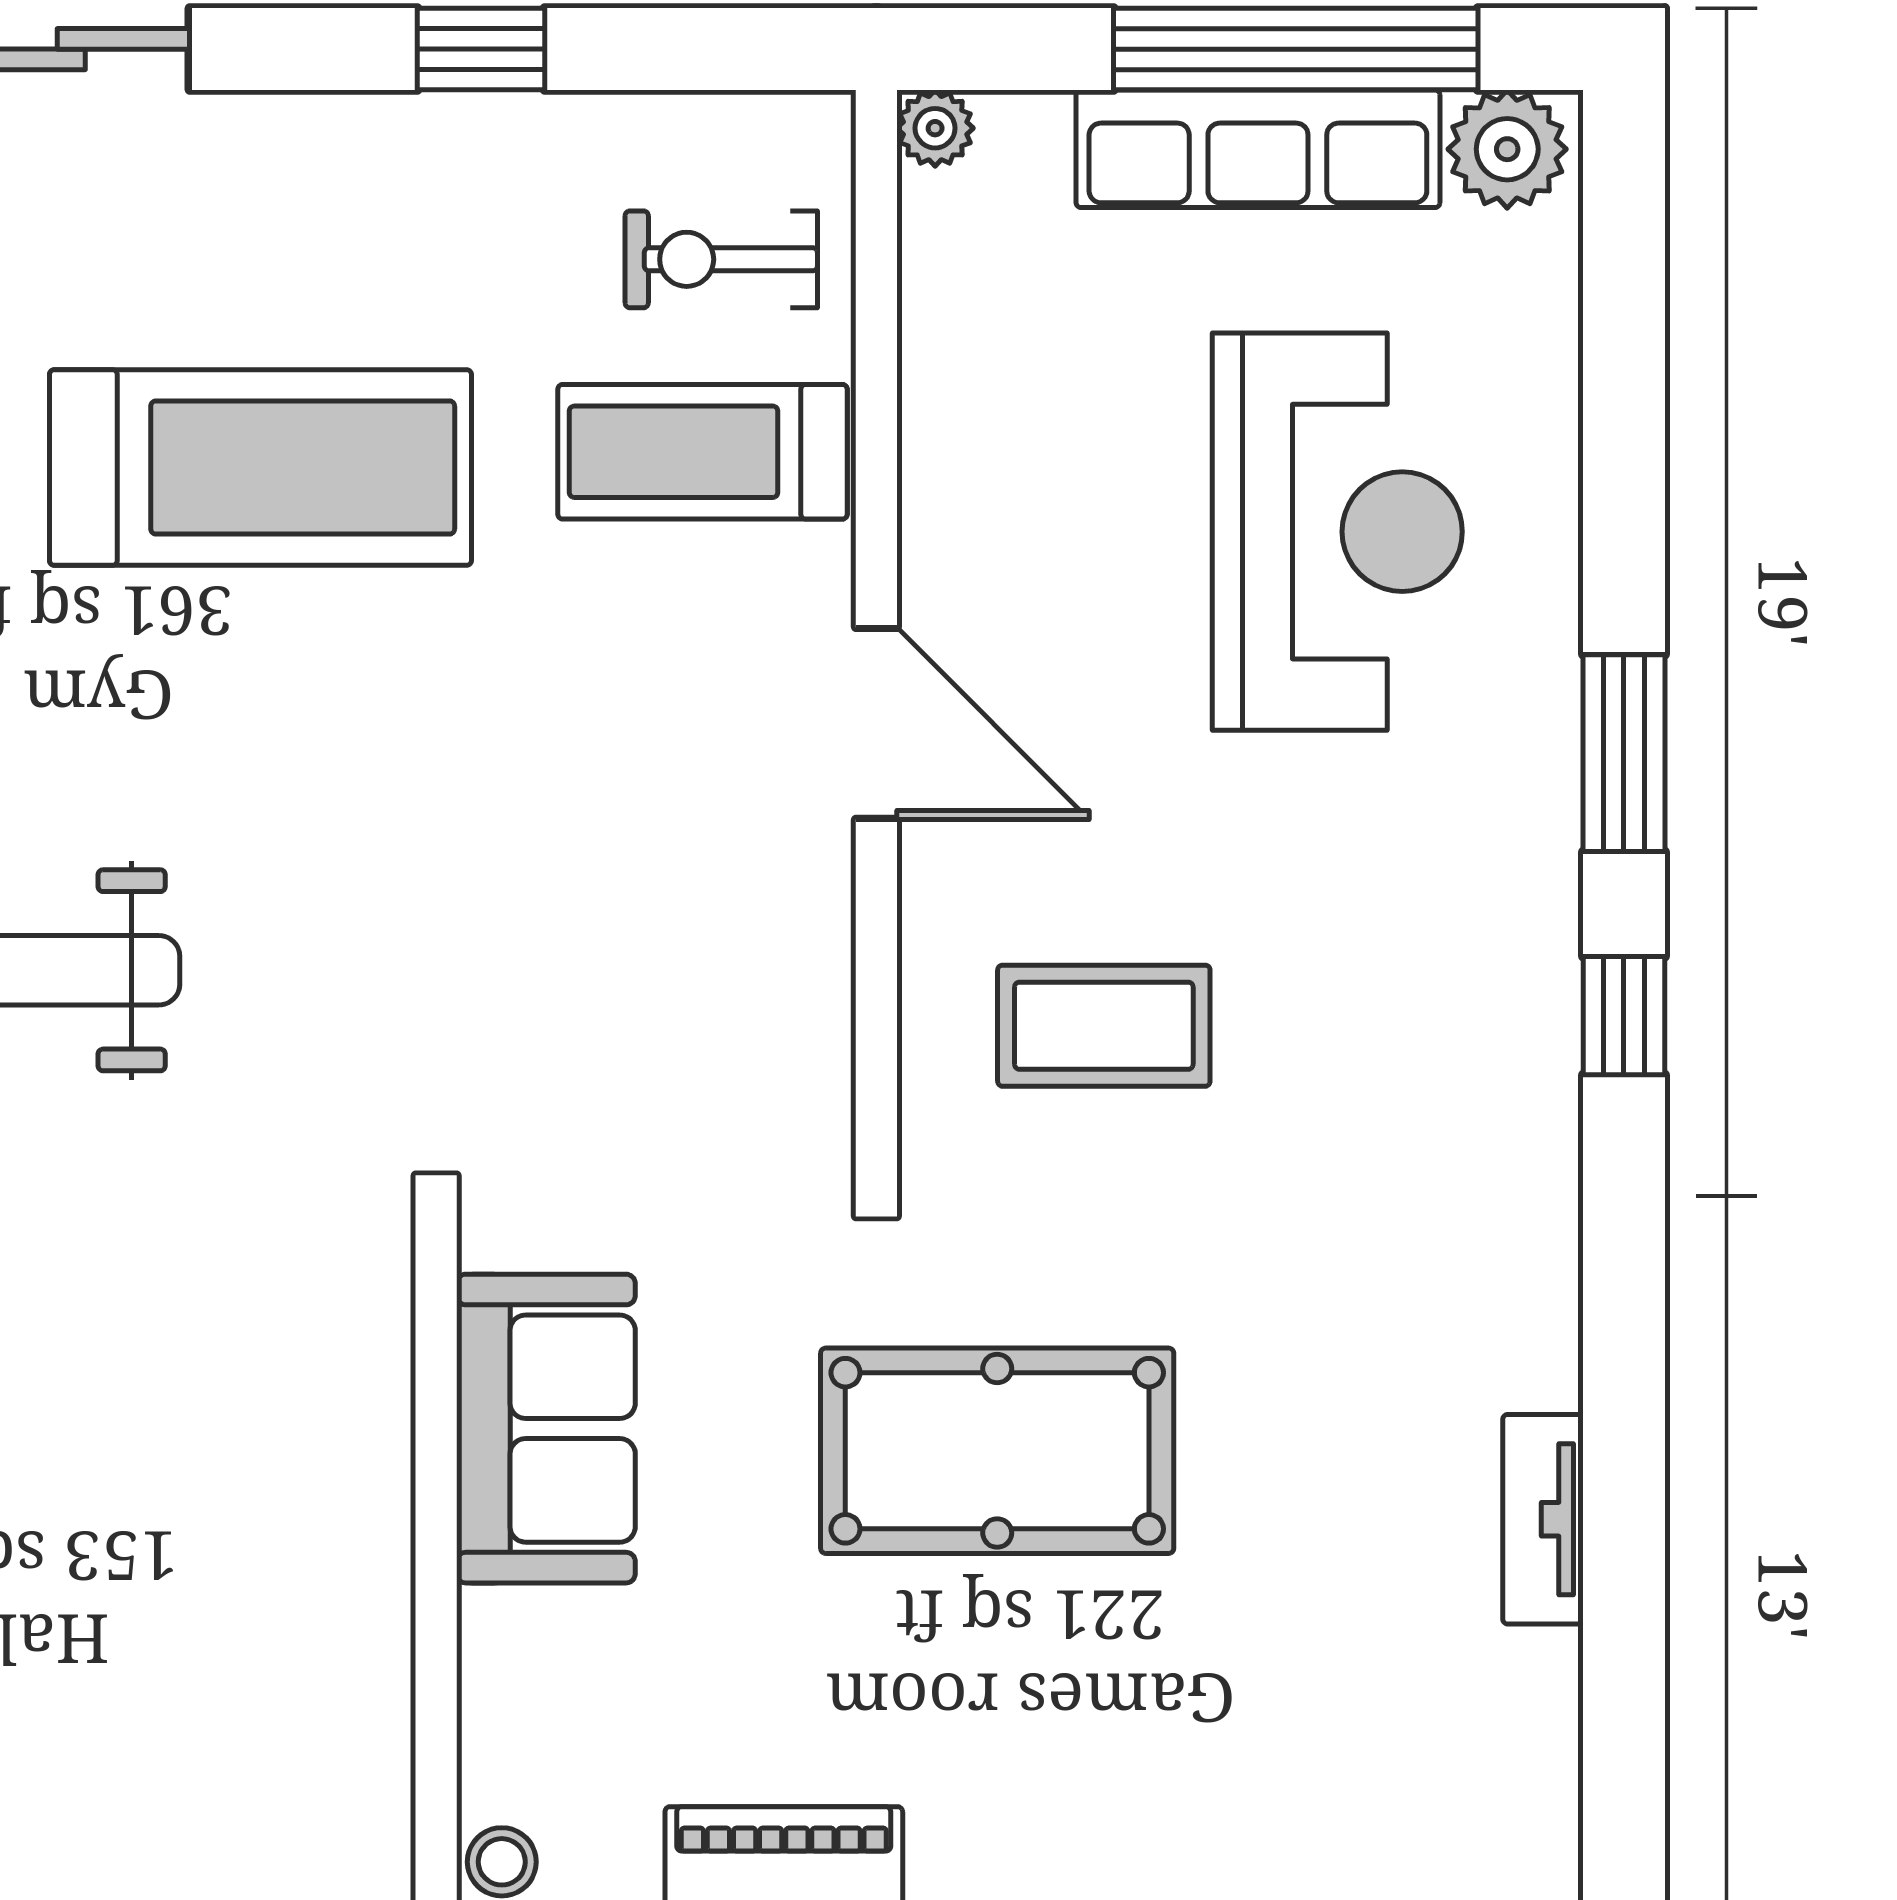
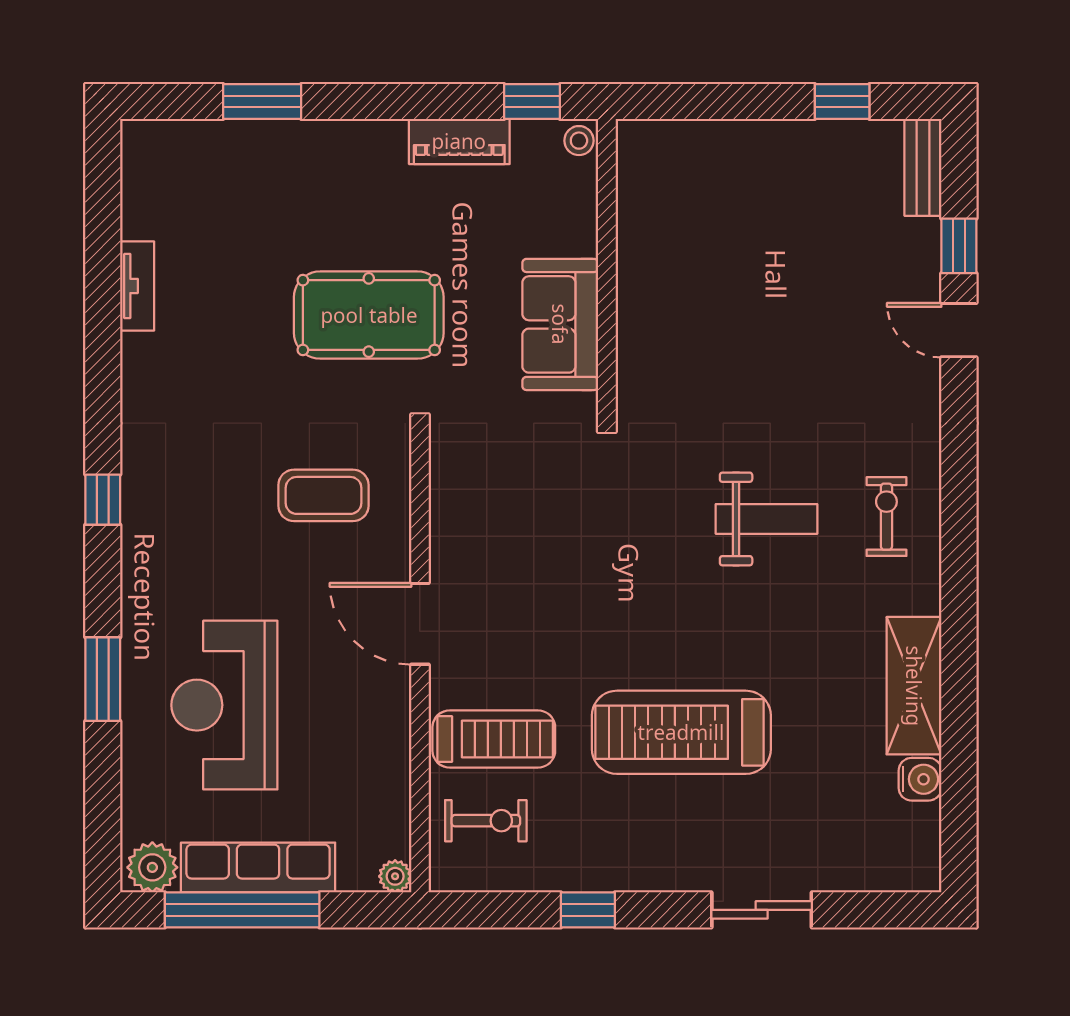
window: (1624, 753) -> (103, 679), moved

